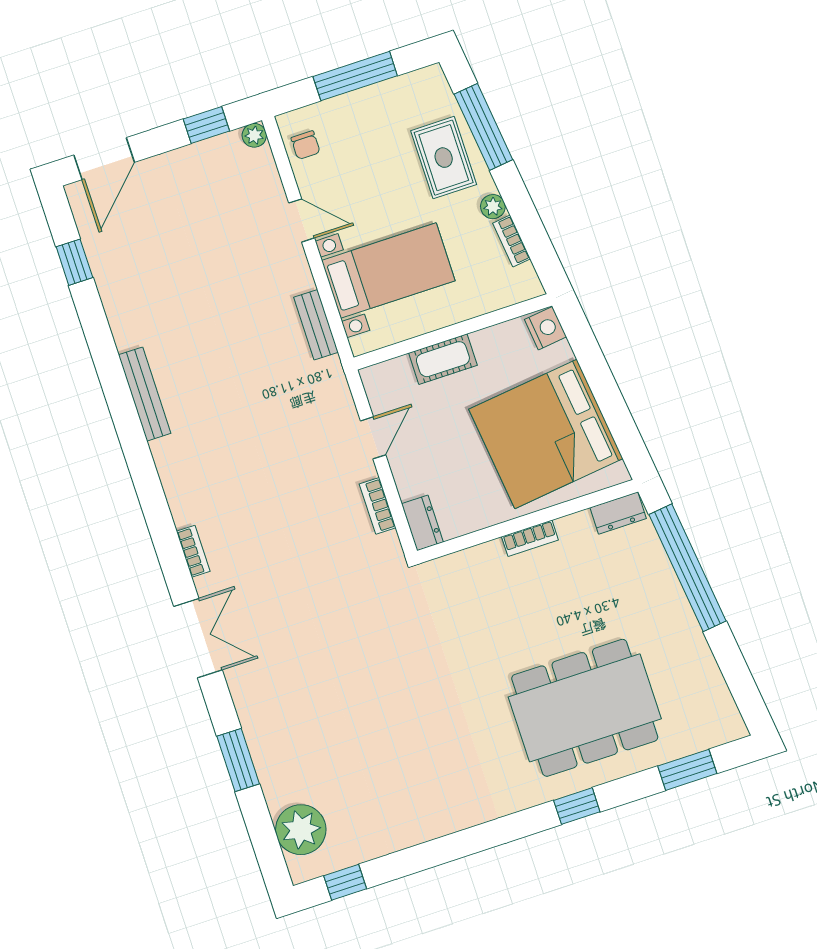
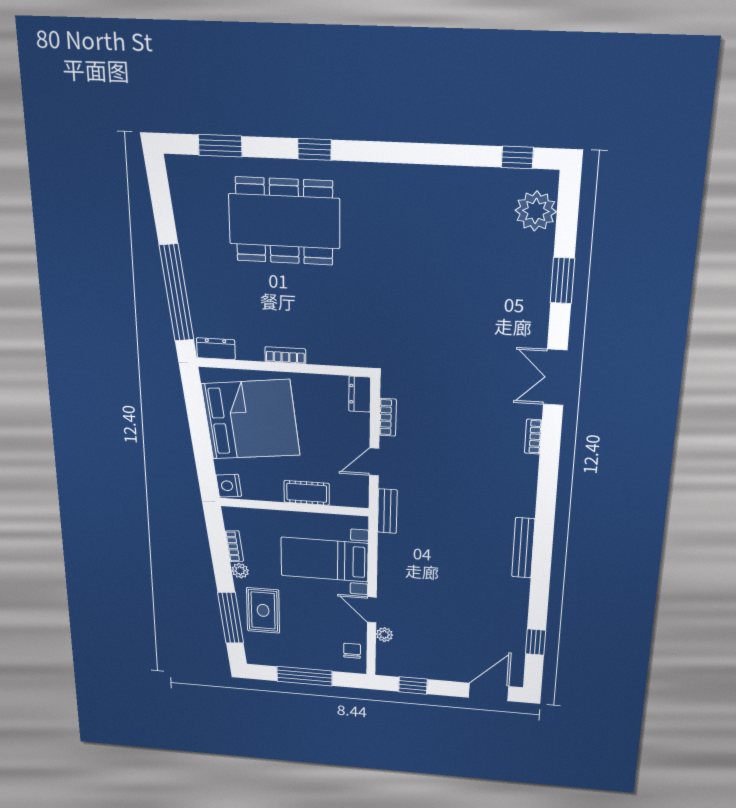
plant: (254, 135) -> (384, 635), moved
bench: (316, 325) -> (387, 511), moved

